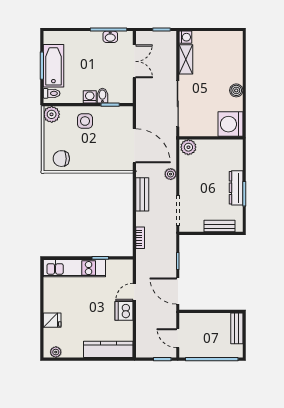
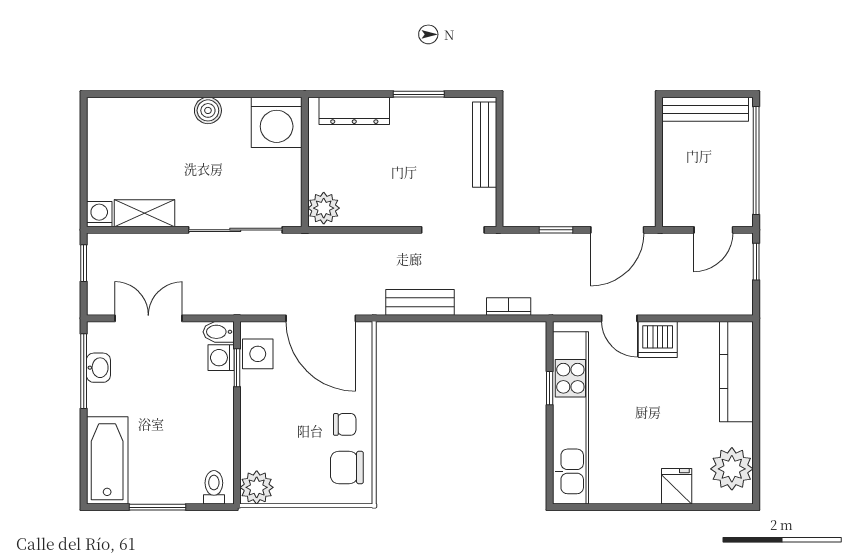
bathtub: (53, 66) -> (107, 460), moved, turned 90
bidet: (102, 96) -> (219, 332), moved
washing machine: (90, 97) -> (221, 358), moved
side table: (85, 121) -> (258, 354), moved
door: (134, 146) -> (321, 318), swing flipped
chair: (82, 157) -> (345, 424), added
chair: (61, 159) -> (347, 468), turned 90
plant: (171, 174) -> (379, 245), removed
dresser: (236, 188) -> (354, 111), moved
bench: (220, 226) -> (485, 145), width x1.36
kitchen unit: (74, 268) -> (570, 418), width x1.36
bench: (237, 328) -> (705, 109), width x1.36
plant: (56, 352) -> (732, 469), width x1.87, depth x1.87

